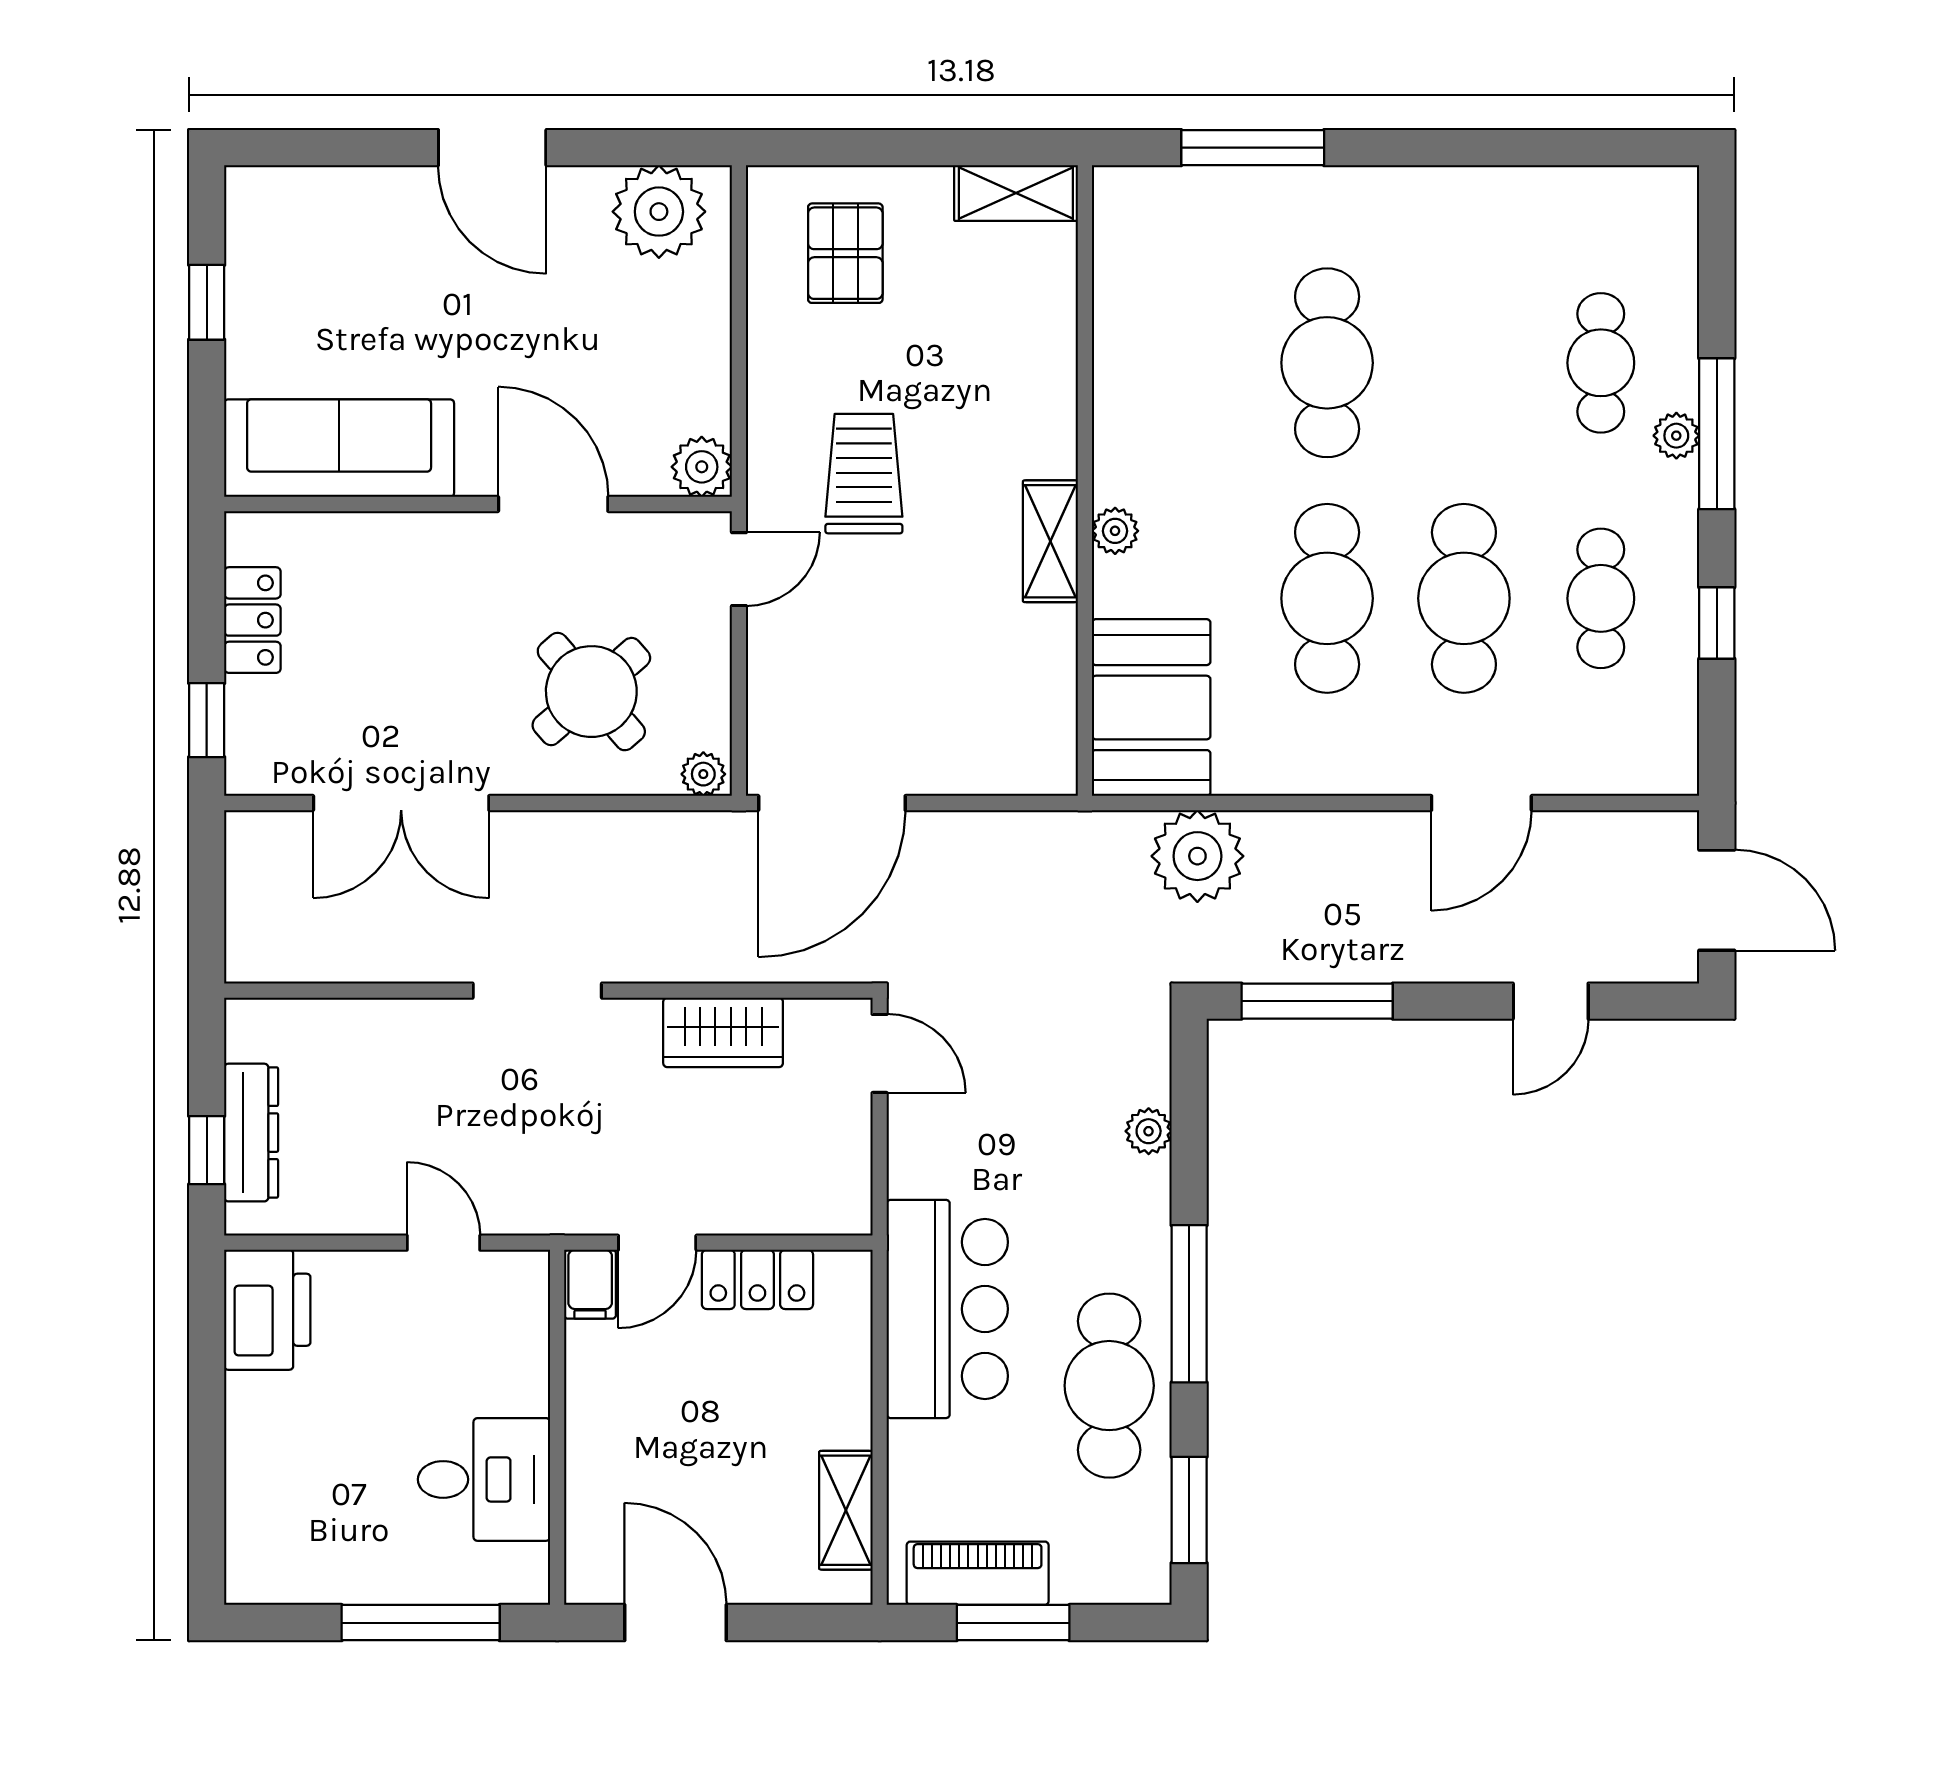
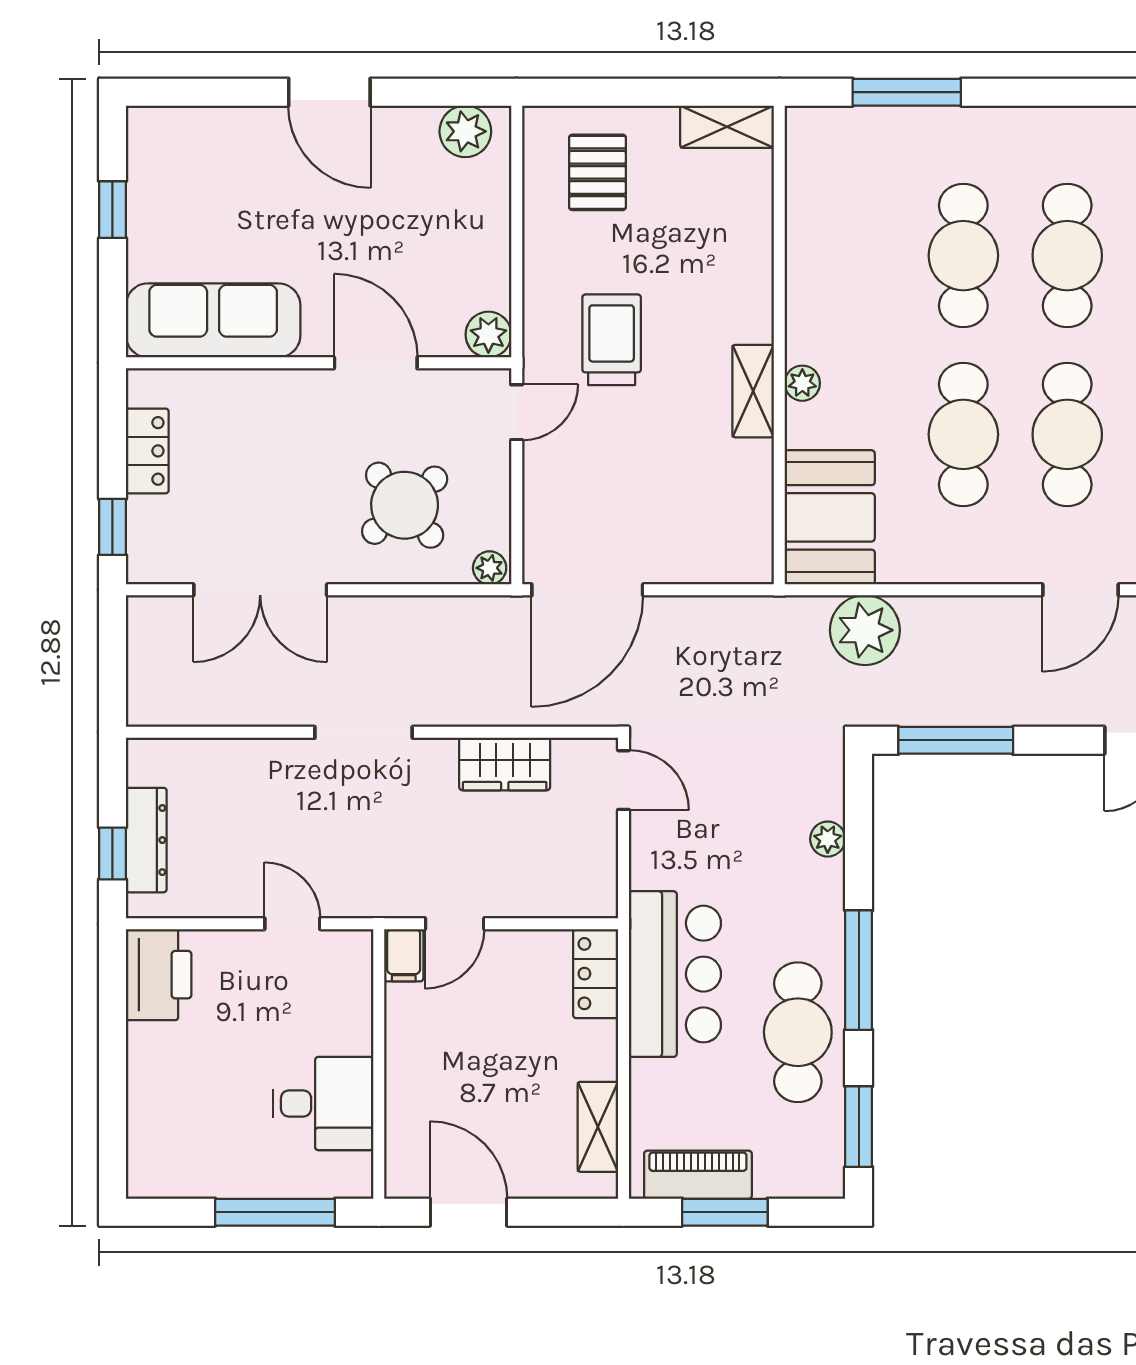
plant: (659, 212) -> (465, 131), width x0.73, depth x0.73
cafe table: (1464, 363) -> (1067, 256), added
locker: (757, 1279) -> (596, 974), moved, turned 90

